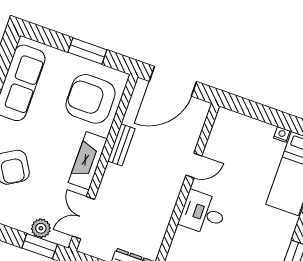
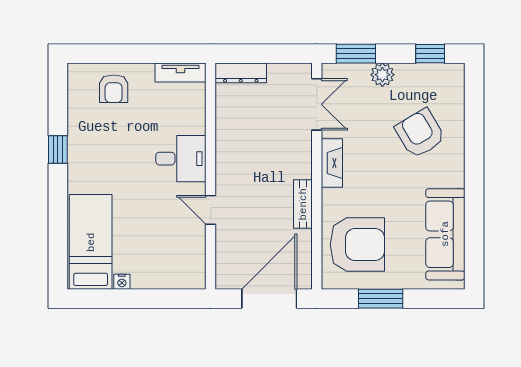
fireplace: (88, 161) -> (332, 163), width x0.73, depth x0.76
door: (194, 166) -> (211, 210), hinge flipped
plant: (41, 228) -> (382, 75), moved

